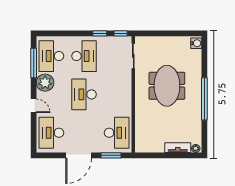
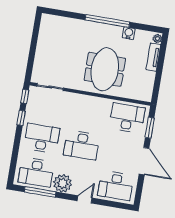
water cooler: (196, 43) -> (129, 33), moved
meeting table: (167, 86) -> (105, 69), moved, turned 90

